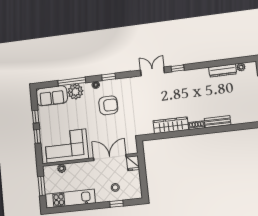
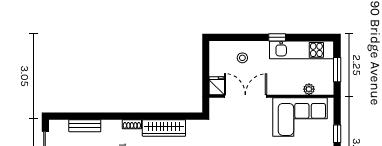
bench: (218, 122) -> (85, 126), moved
double door: (110, 157) -> (245, 96), swing flipped
window: (117, 204) -> (277, 37), moved

